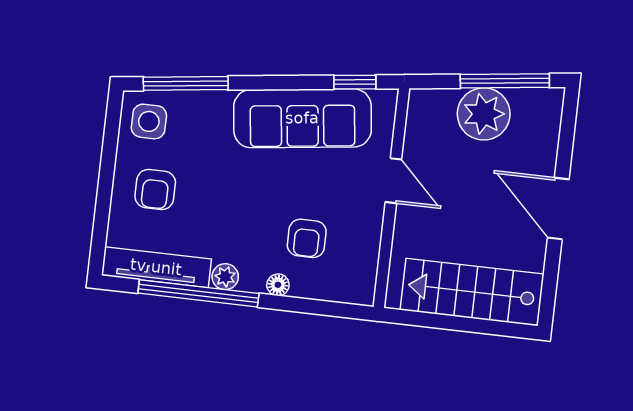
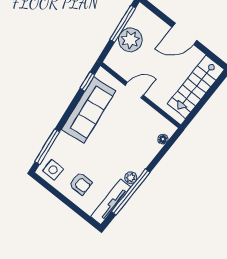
armchair: (307, 238) -> (136, 137), removed
floor lamp: (278, 285) -> (163, 139), moved

